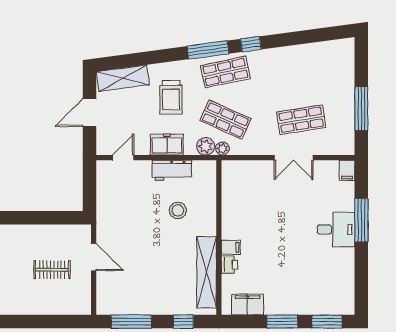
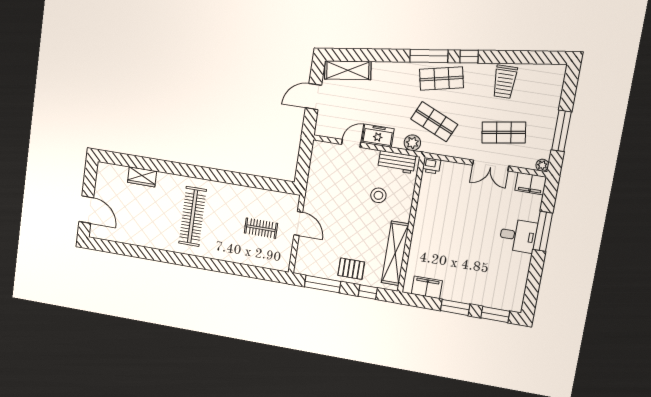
trolley: (171, 97) -> (505, 82), moved
plant: (222, 148) -> (542, 165), moved
door: (123, 158) -> (351, 143), moved
workbench: (172, 170) -> (397, 162), moved
filing cabinet: (347, 170) -> (531, 184), width x2.00
filing cabinet: (231, 247) -> (420, 235), removed
printer: (229, 265) -> (432, 166), moved, turned 90
pallet: (161, 298) -> (351, 269), added

